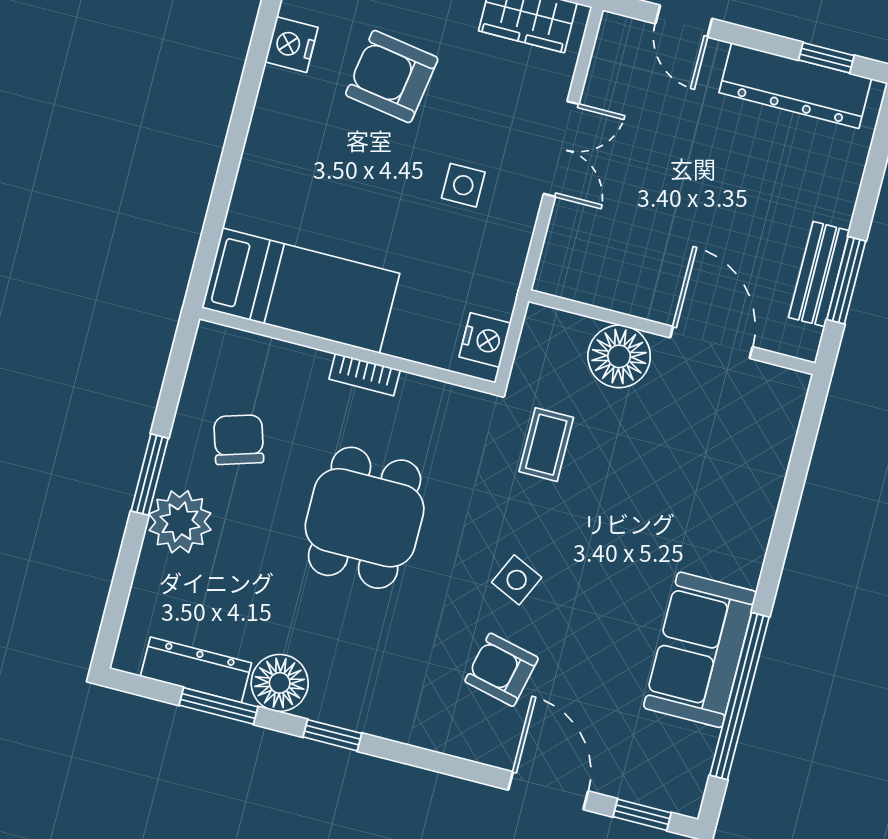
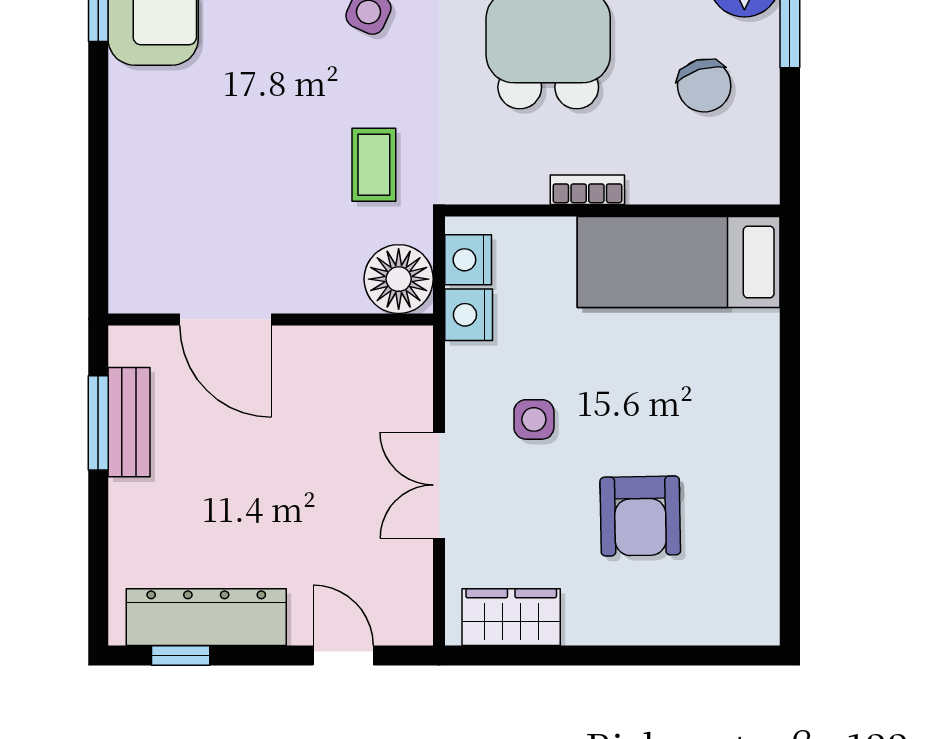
nightstand: (292, 45) -> (469, 315), moved, turned 180
armchair: (392, 77) -> (640, 516), turned 80
floor lamp: (619, 356) -> (399, 279), moved

